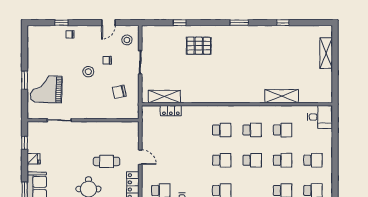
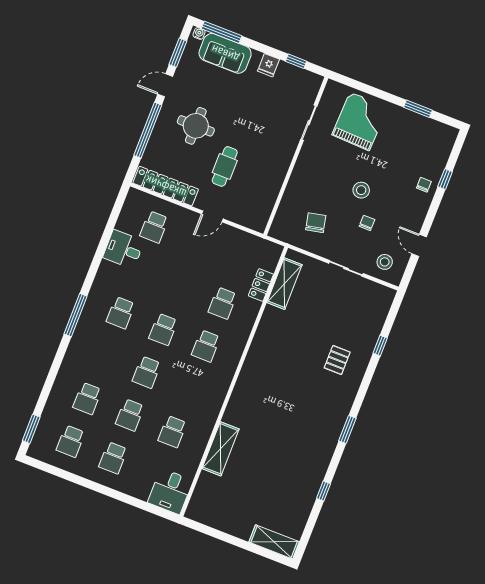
pallet: (199, 46) -> (337, 360), width x0.67, depth x0.71
shelving: (326, 53) -> (274, 542), moved
window: (25, 80) -> (418, 109), moved
school desk: (252, 130) -> (223, 303), moved

